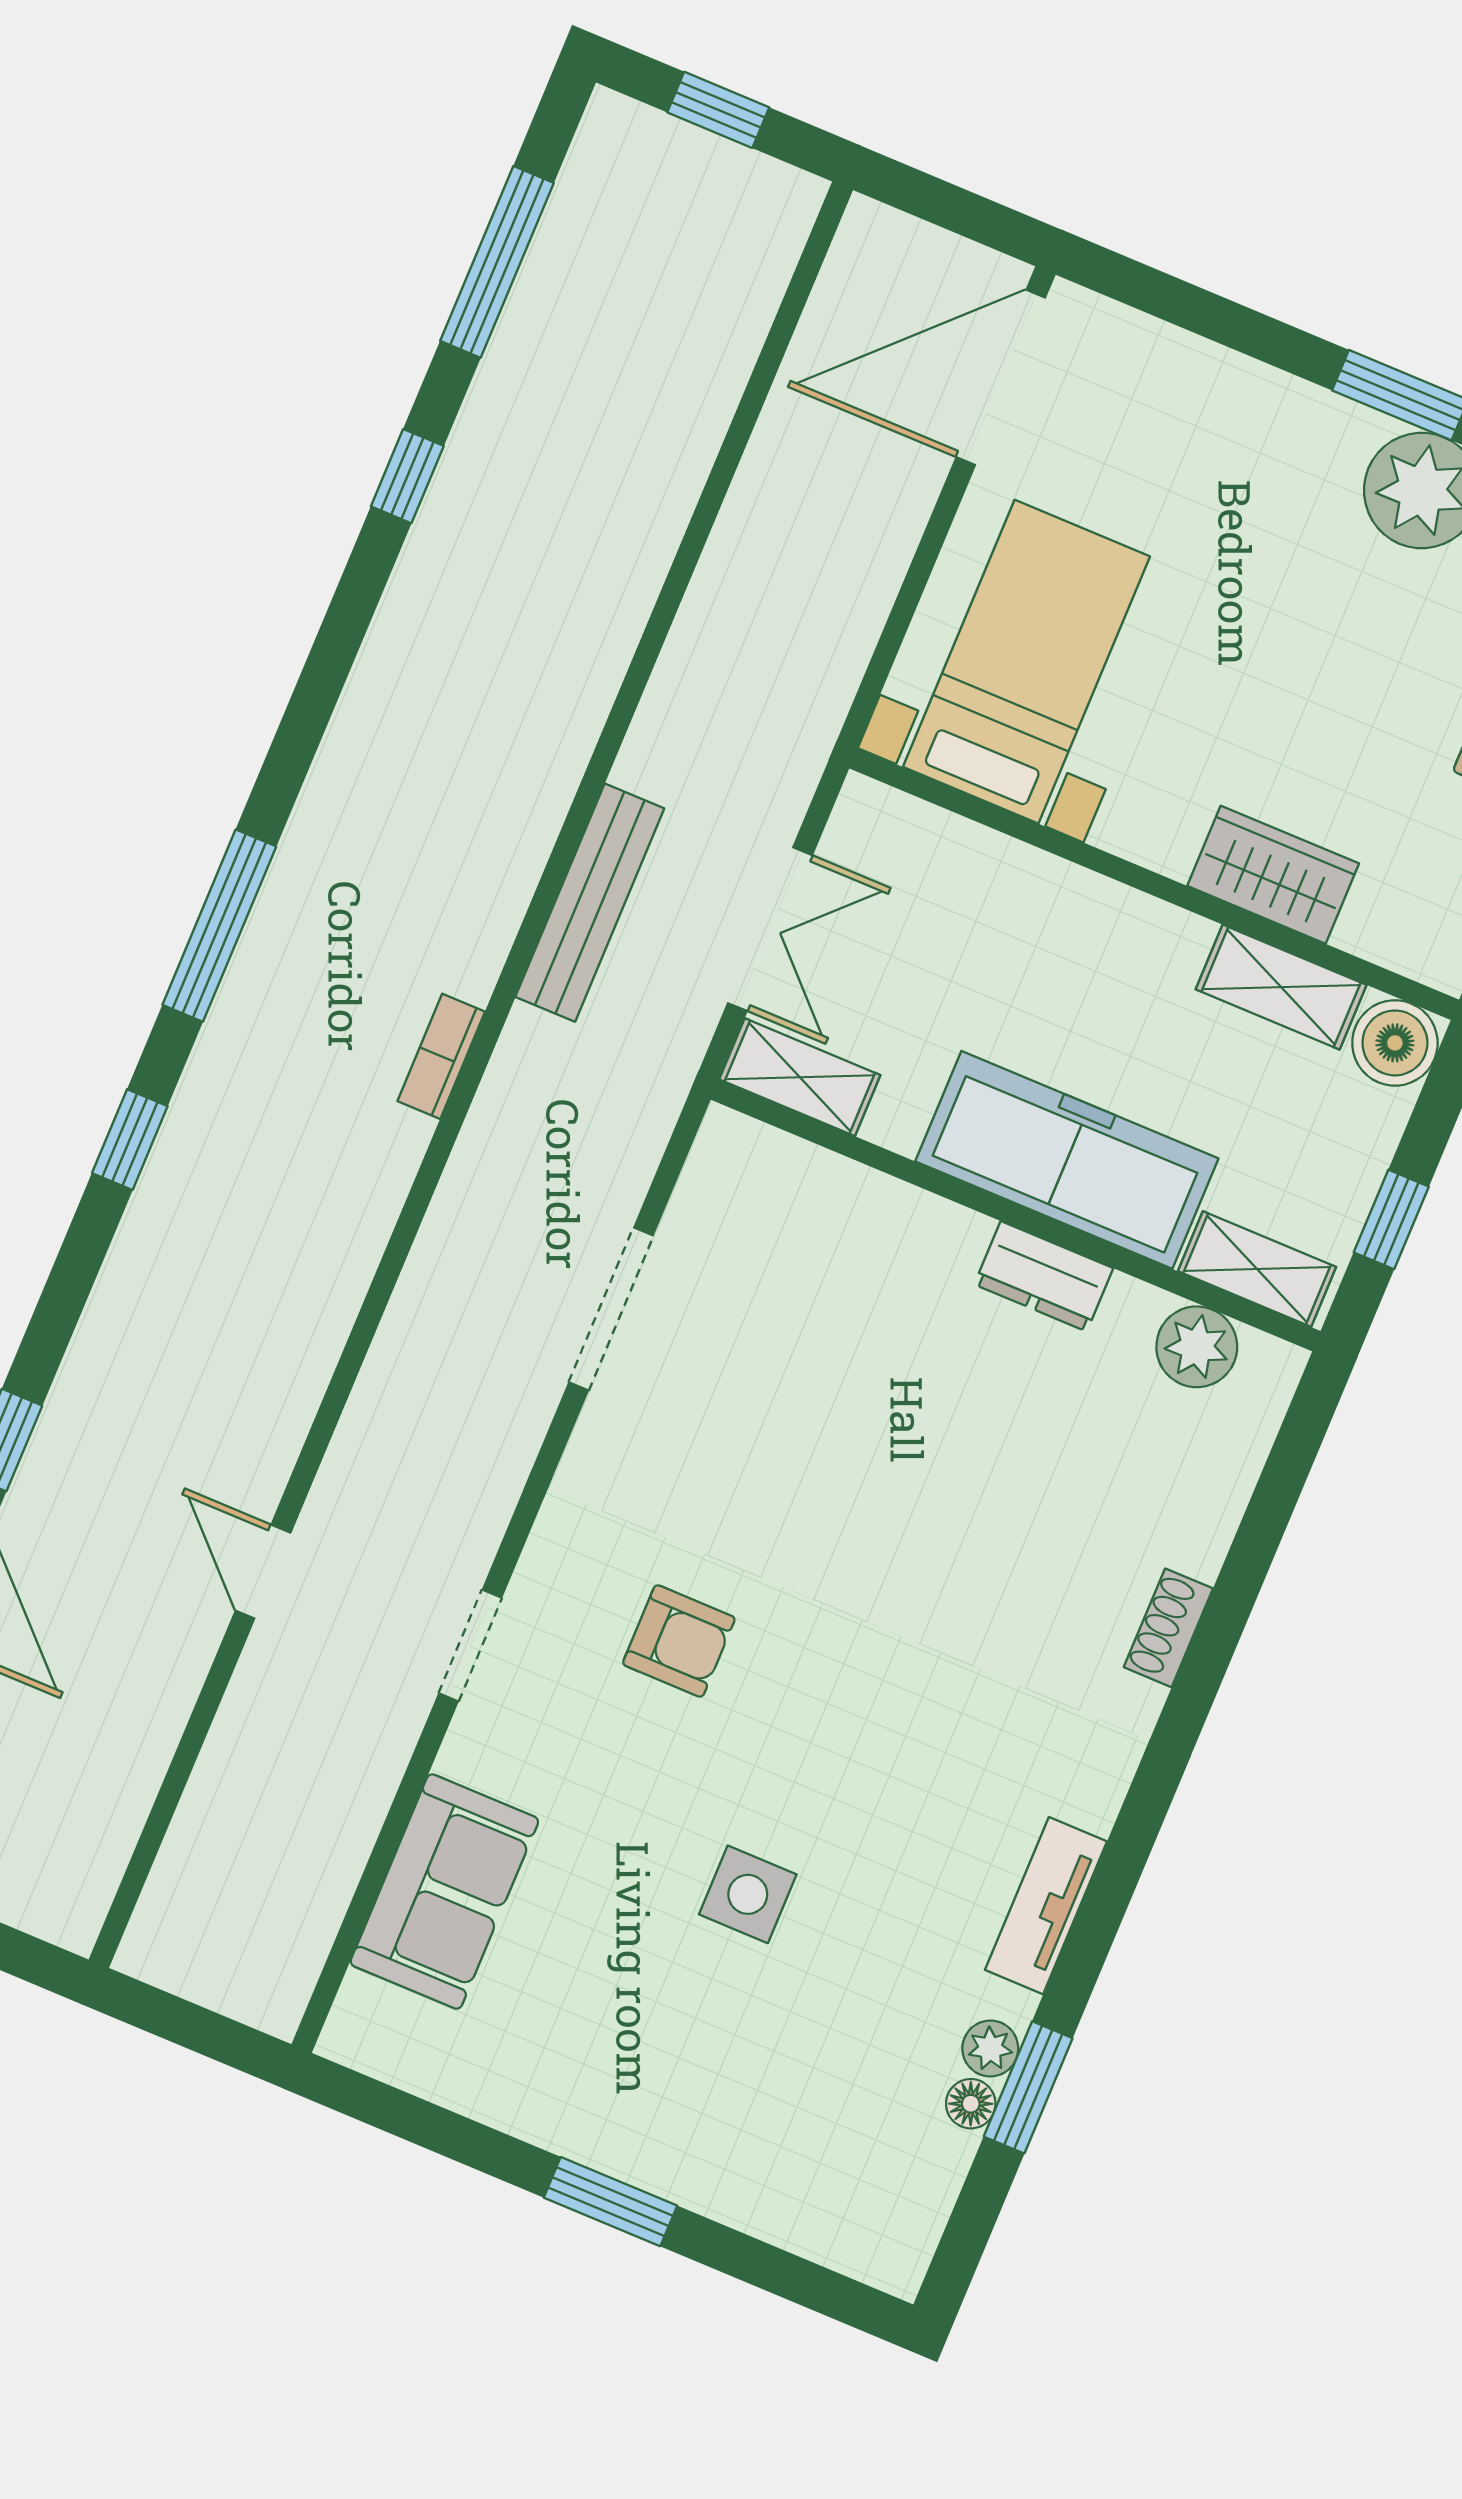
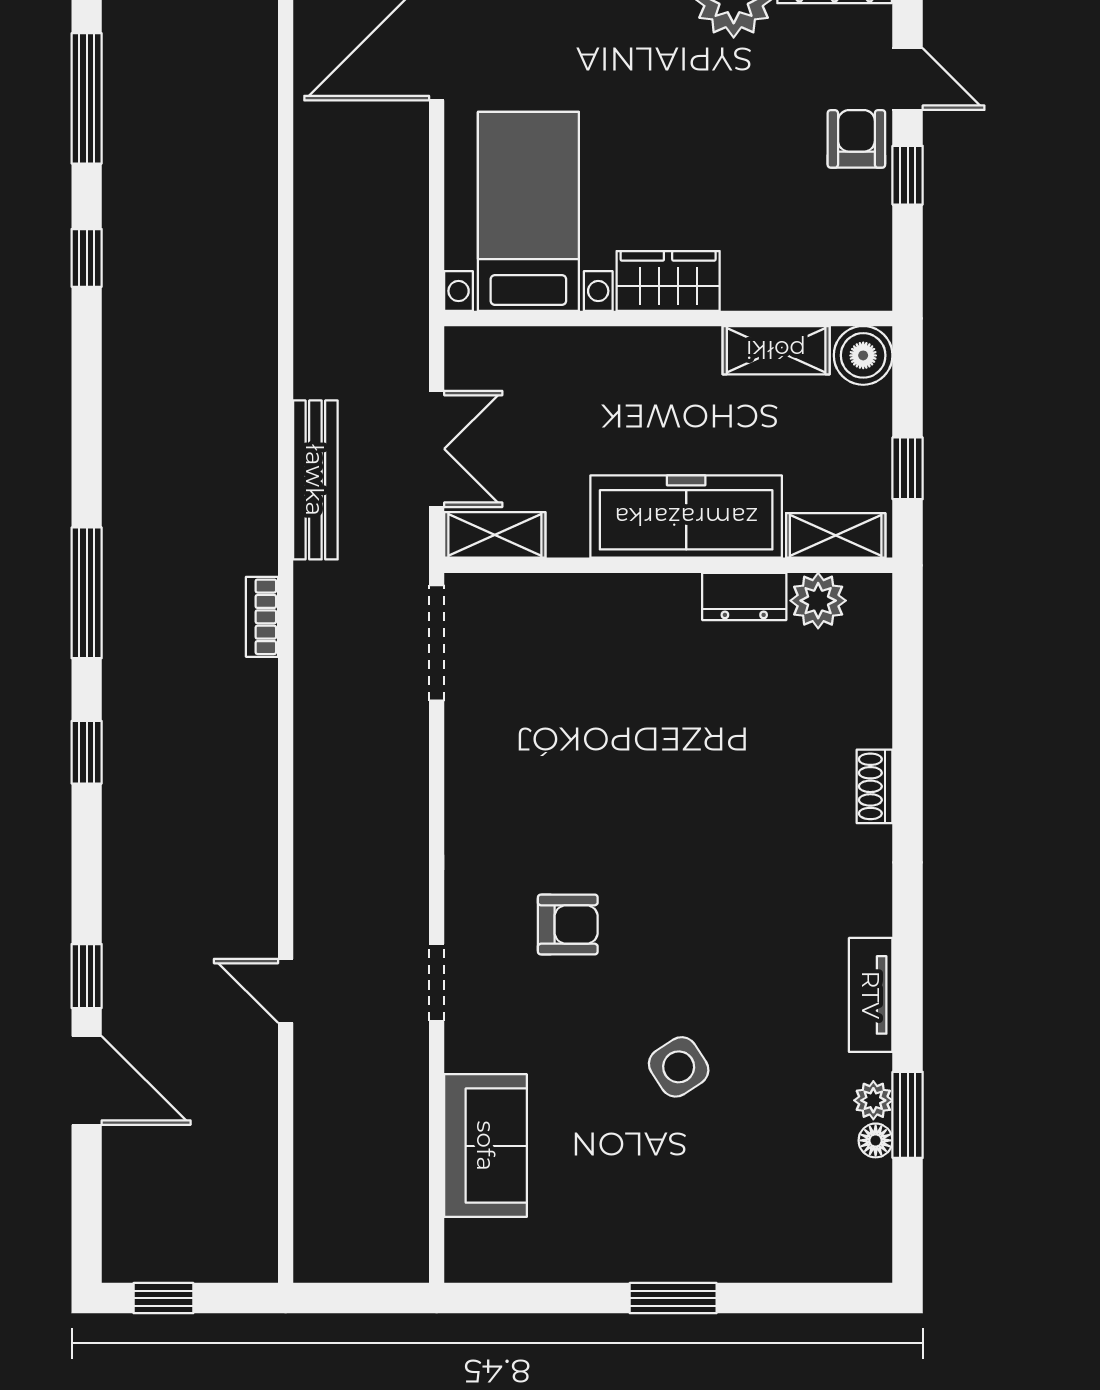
wardrobe: (1273, 875) -> (668, 281), moved
dresser: (1044, 1276) -> (744, 596), moved
doorway: (611, 1309) -> (437, 643), moved
side table: (748, 1894) -> (679, 1067), turned -33

